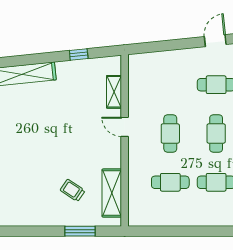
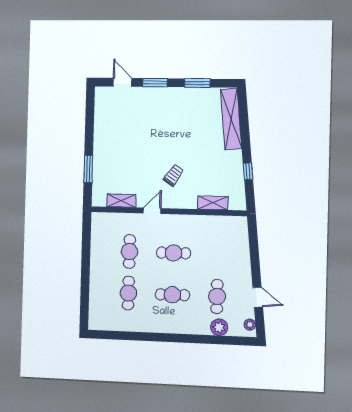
door: (125, 127) -> (152, 211), moved
trolley: (73, 190) -> (173, 175), moved
shelving: (112, 193) -> (121, 201), width x0.67, depth x0.75

